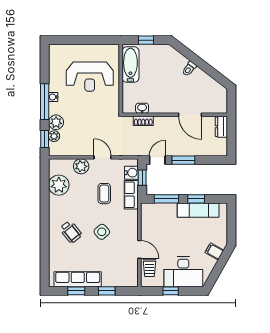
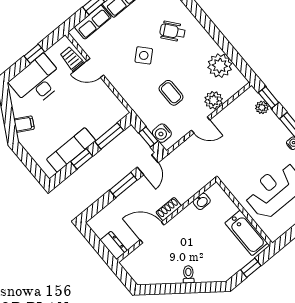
shoe rack: (143, 121) -> (169, 209), moved
plant: (56, 122) -> (271, 122), removed
row of seats: (131, 195) -> (93, 22), moved, turned 90

